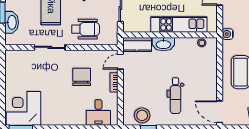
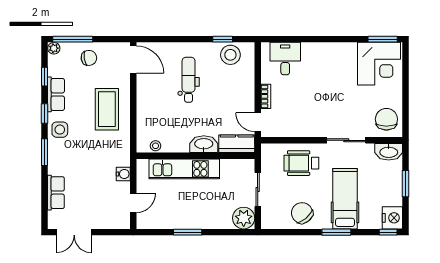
washbasin: (12, 22) -> (389, 152), moved, turned -90
water cooler: (228, 34) -> (123, 174), moved
door: (120, 62) -> (258, 122), swing flipped
chair: (82, 77) -> (386, 119), moved, turned 180

